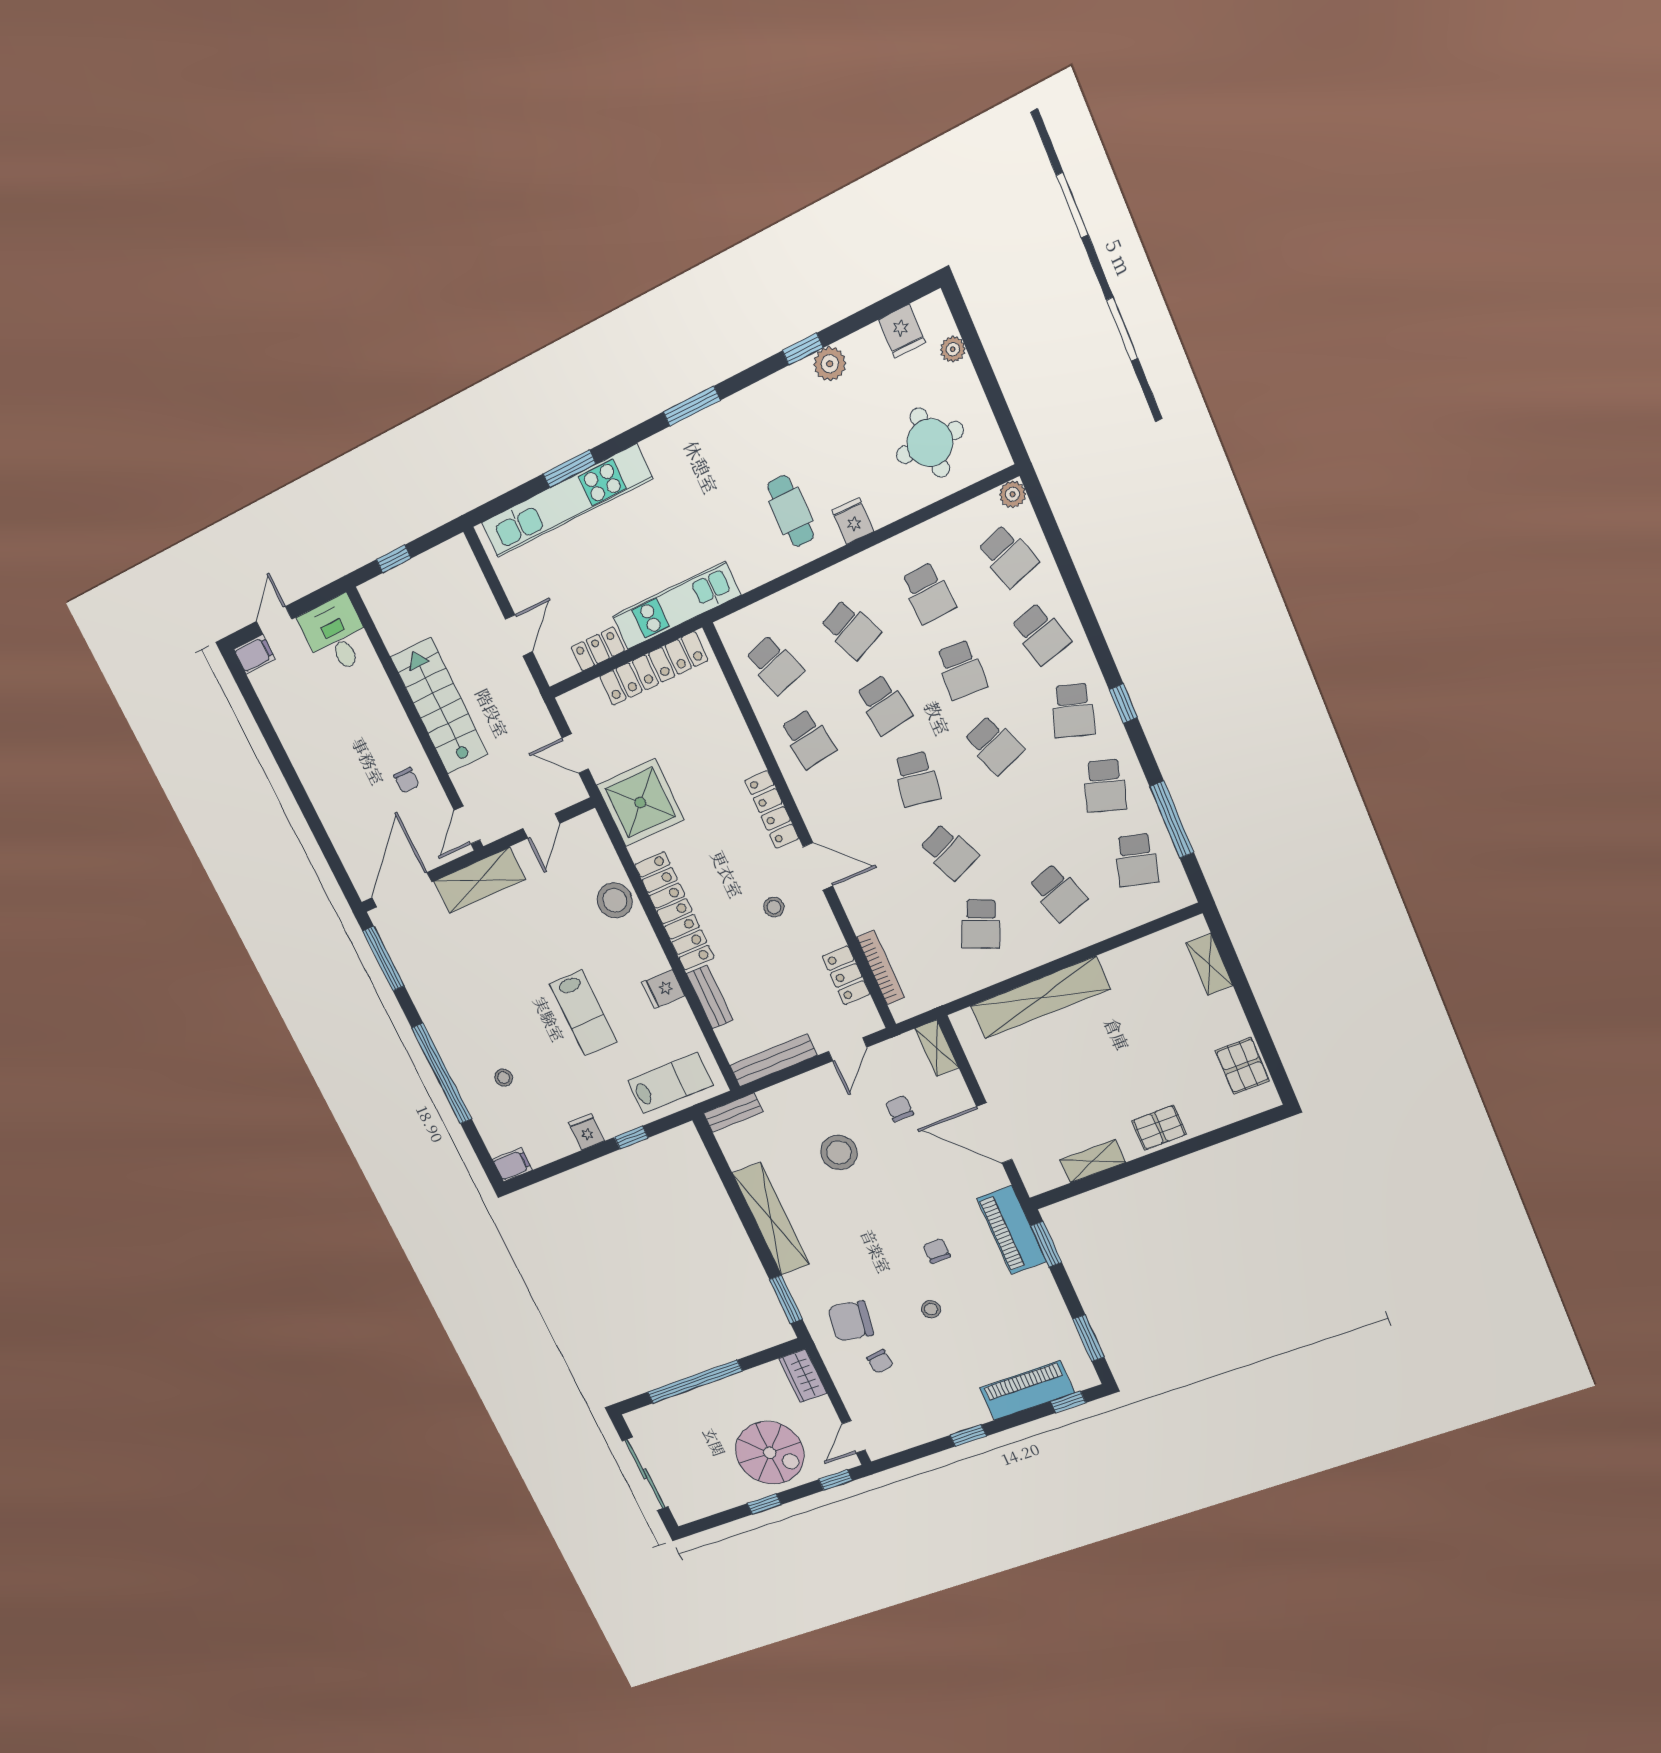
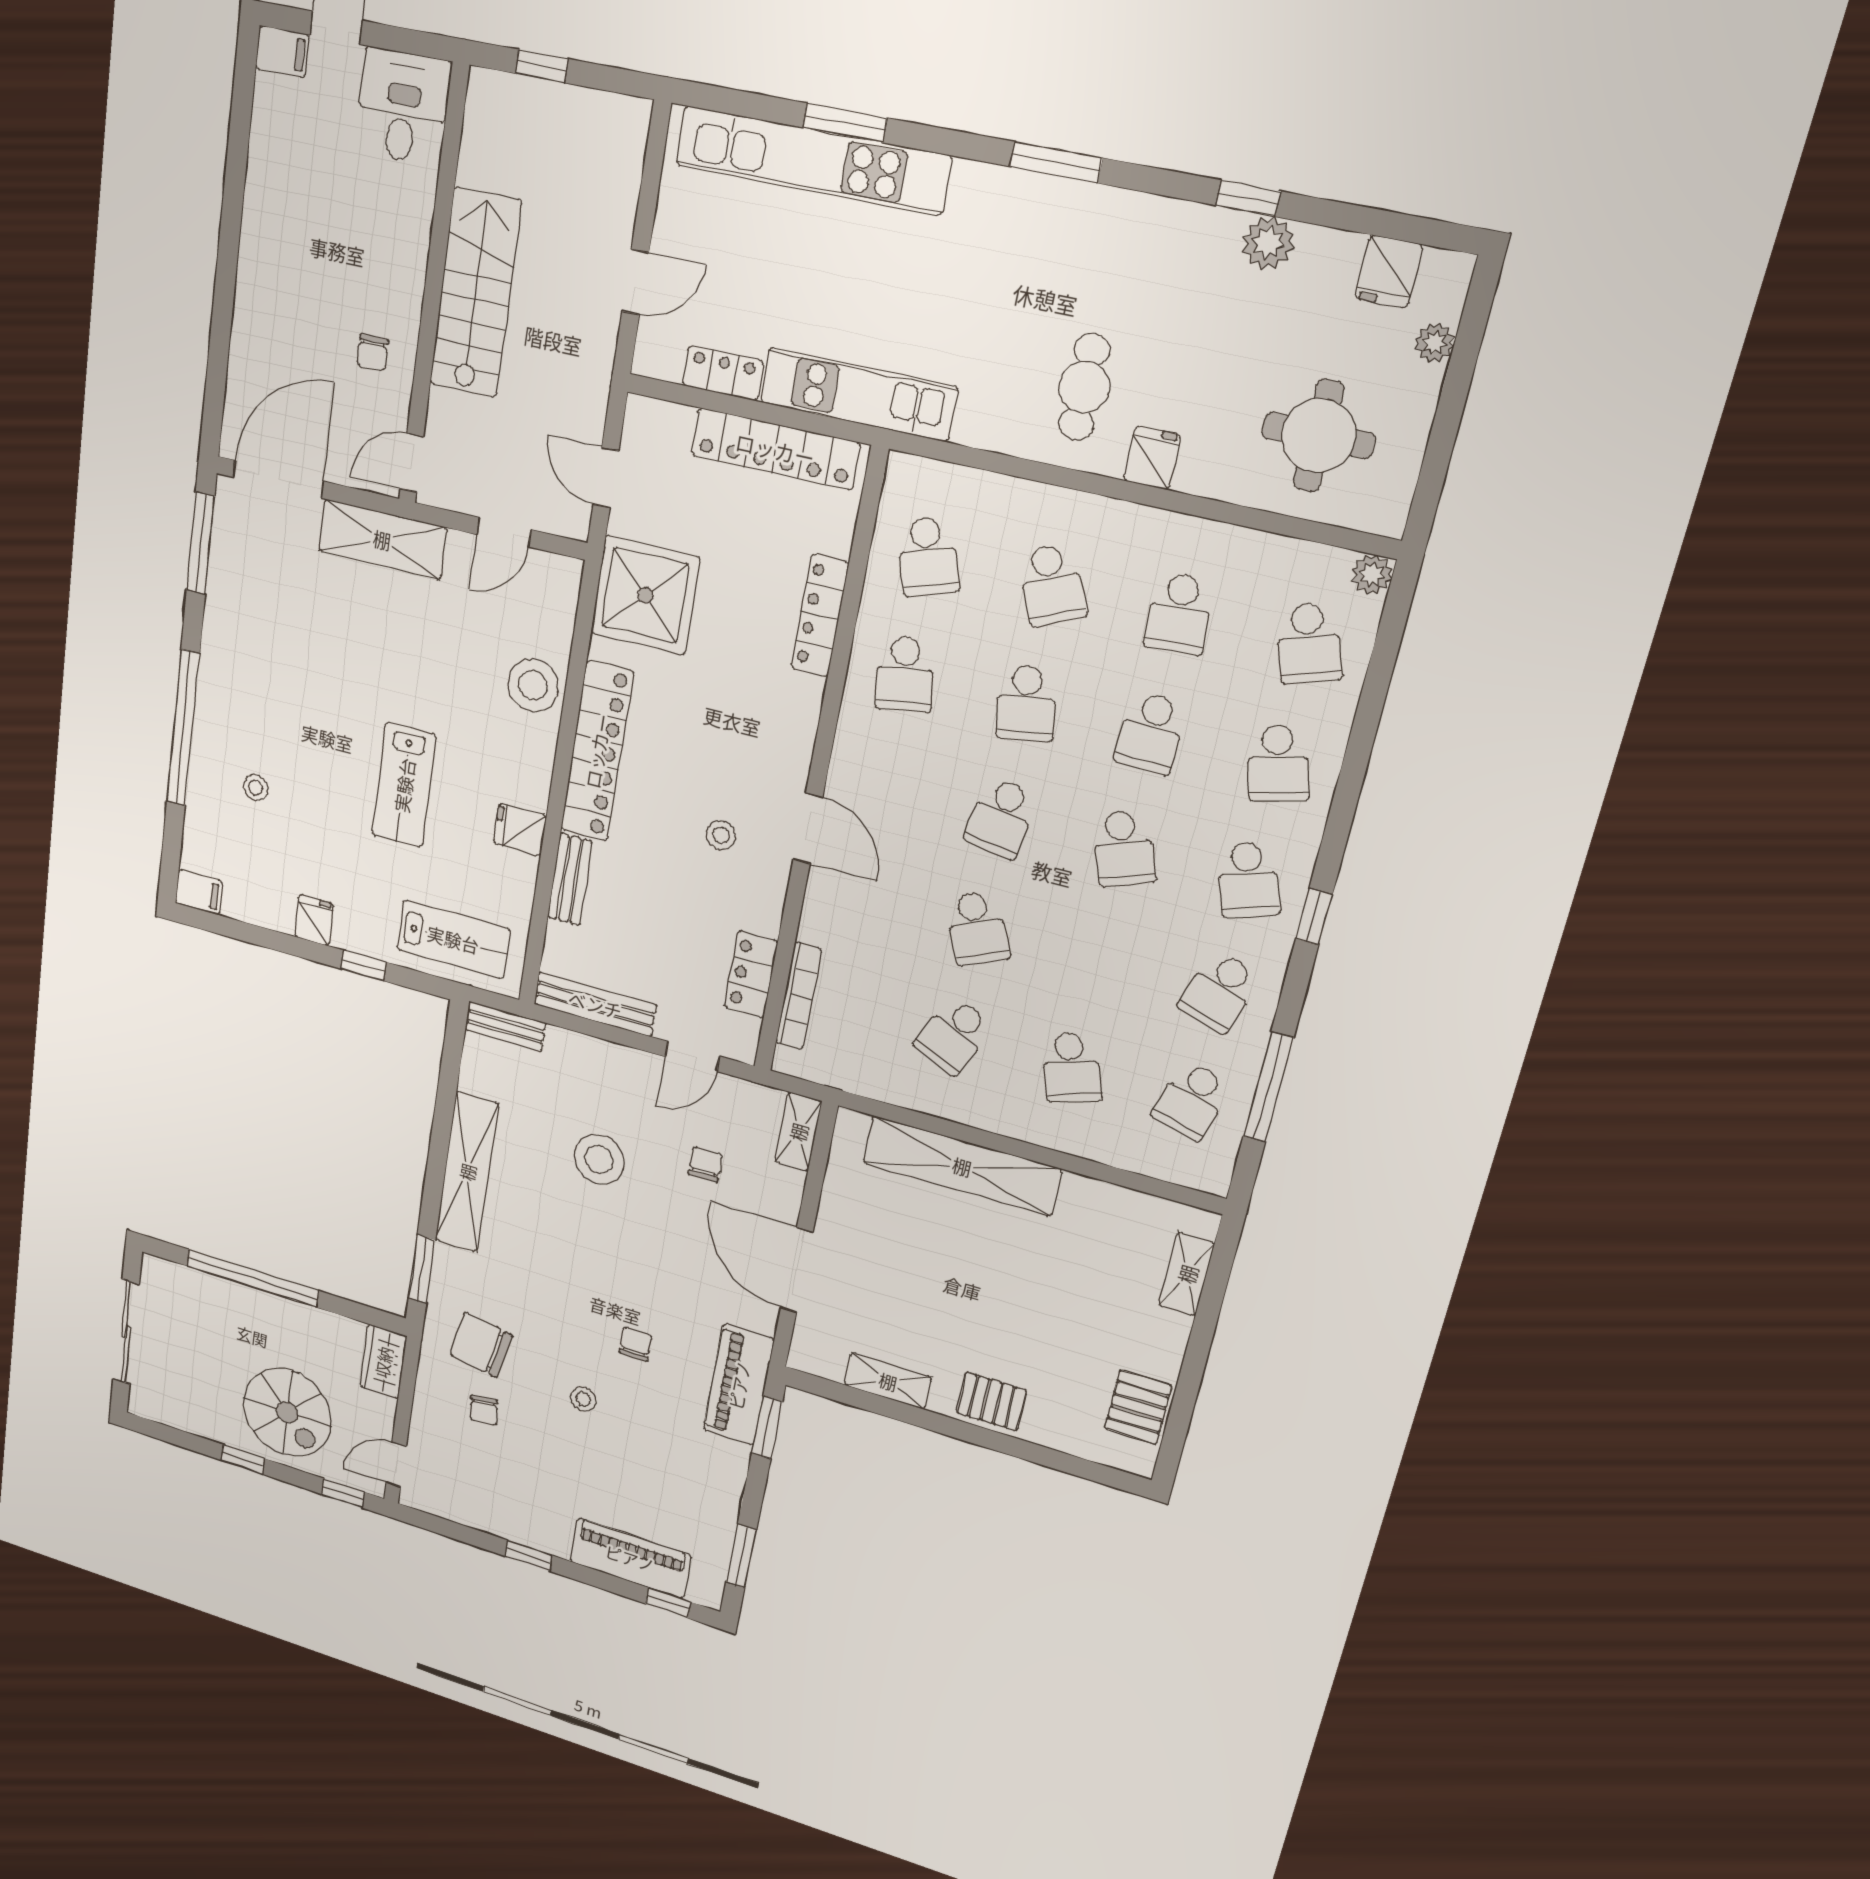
school desk: (1073, 710) -> (1248, 880), turned -36
locker: (772, 809) -> (820, 615), moved

